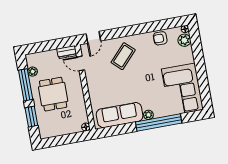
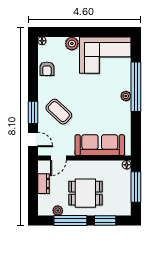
window: (118, 33) -> (33, 112), added
plant: (184, 40) -> (72, 44), moved
dresser: (67, 52) -> (44, 184), moved
sofa: (120, 115) -> (100, 145), moved, turned 90
window: (67, 139) -> (136, 187), added

